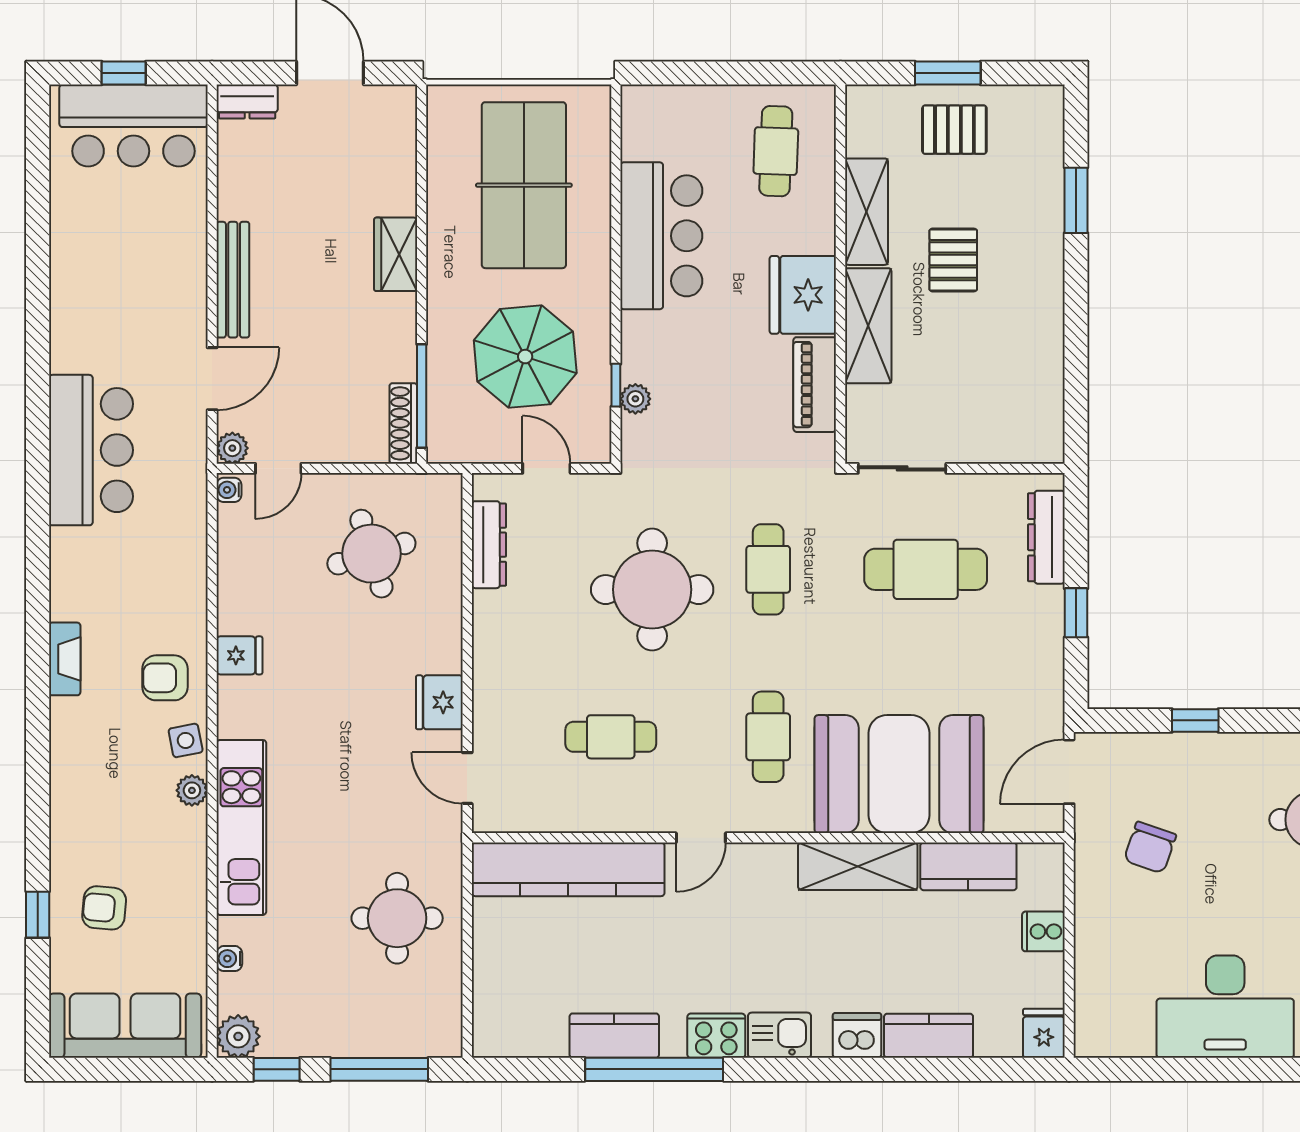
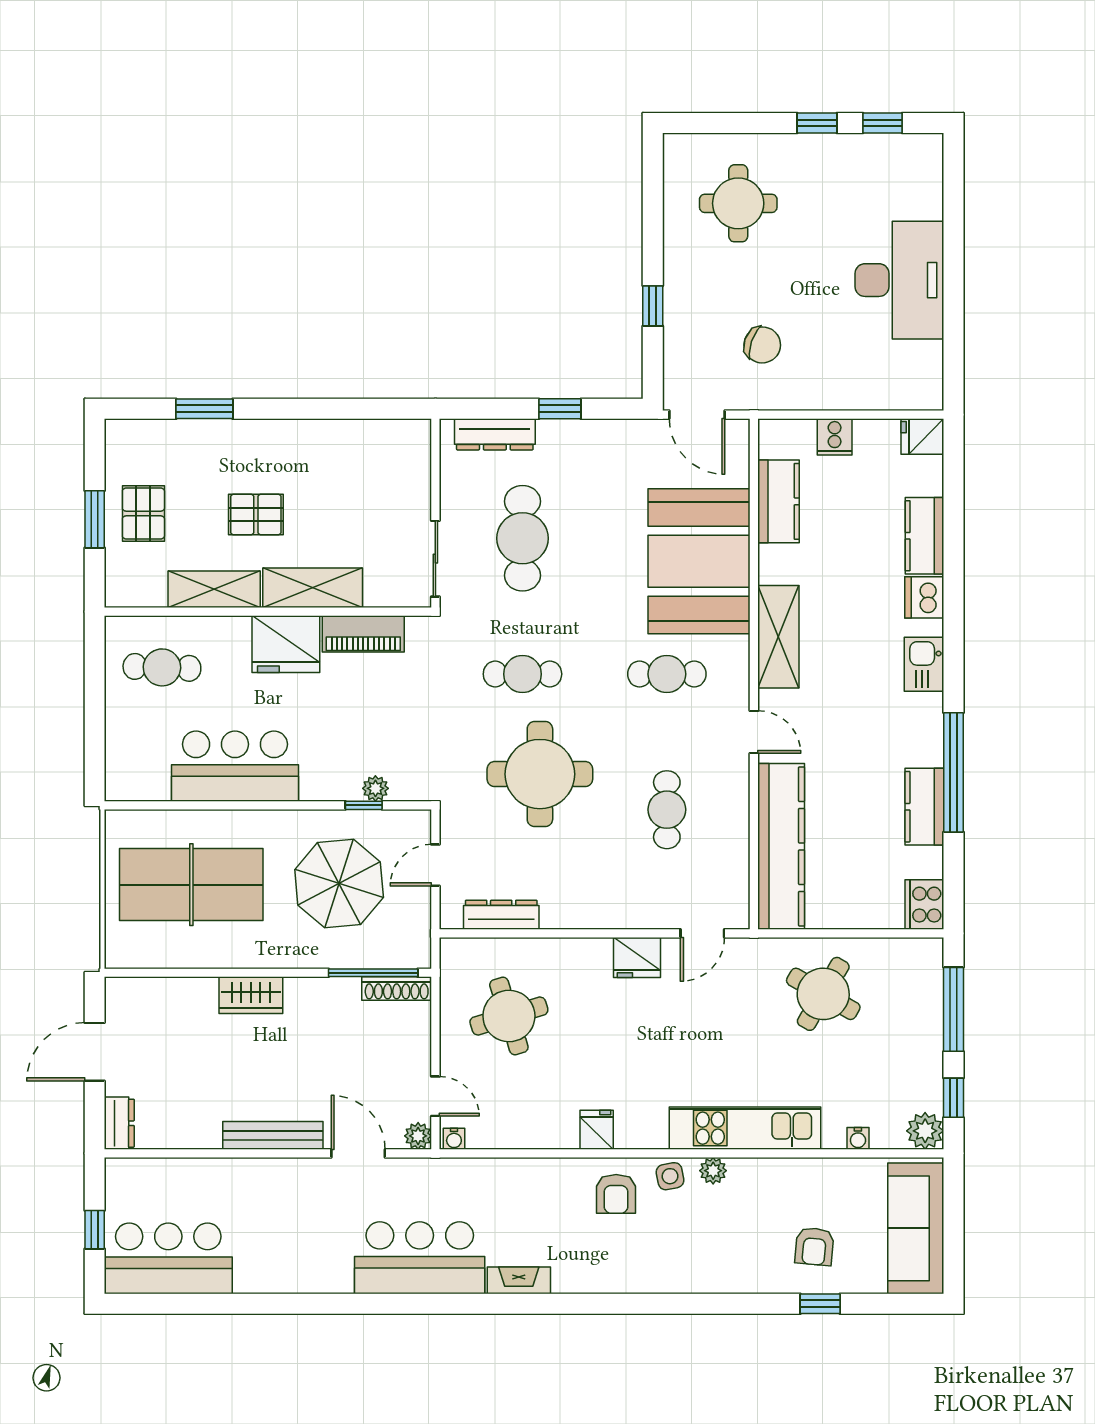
bar counter: (133, 126) -> (168, 1258), moved, turned -90
fireplace: (65, 659) -> (519, 1280), moved
shelving: (858, 866) -> (778, 637), moved
round table: (397, 918) -> (823, 994), turned 30
cooker: (716, 1036) -> (924, 905), moved

